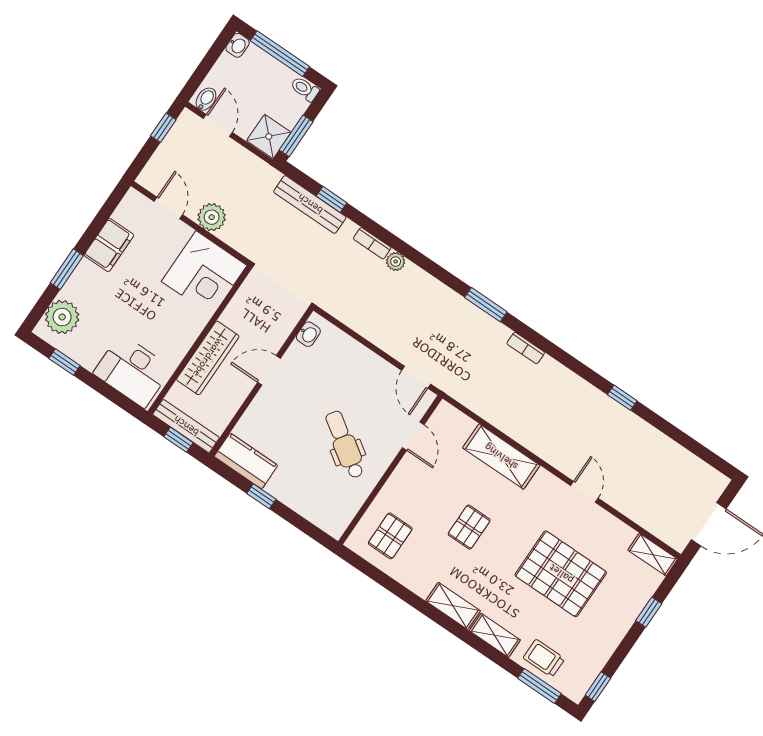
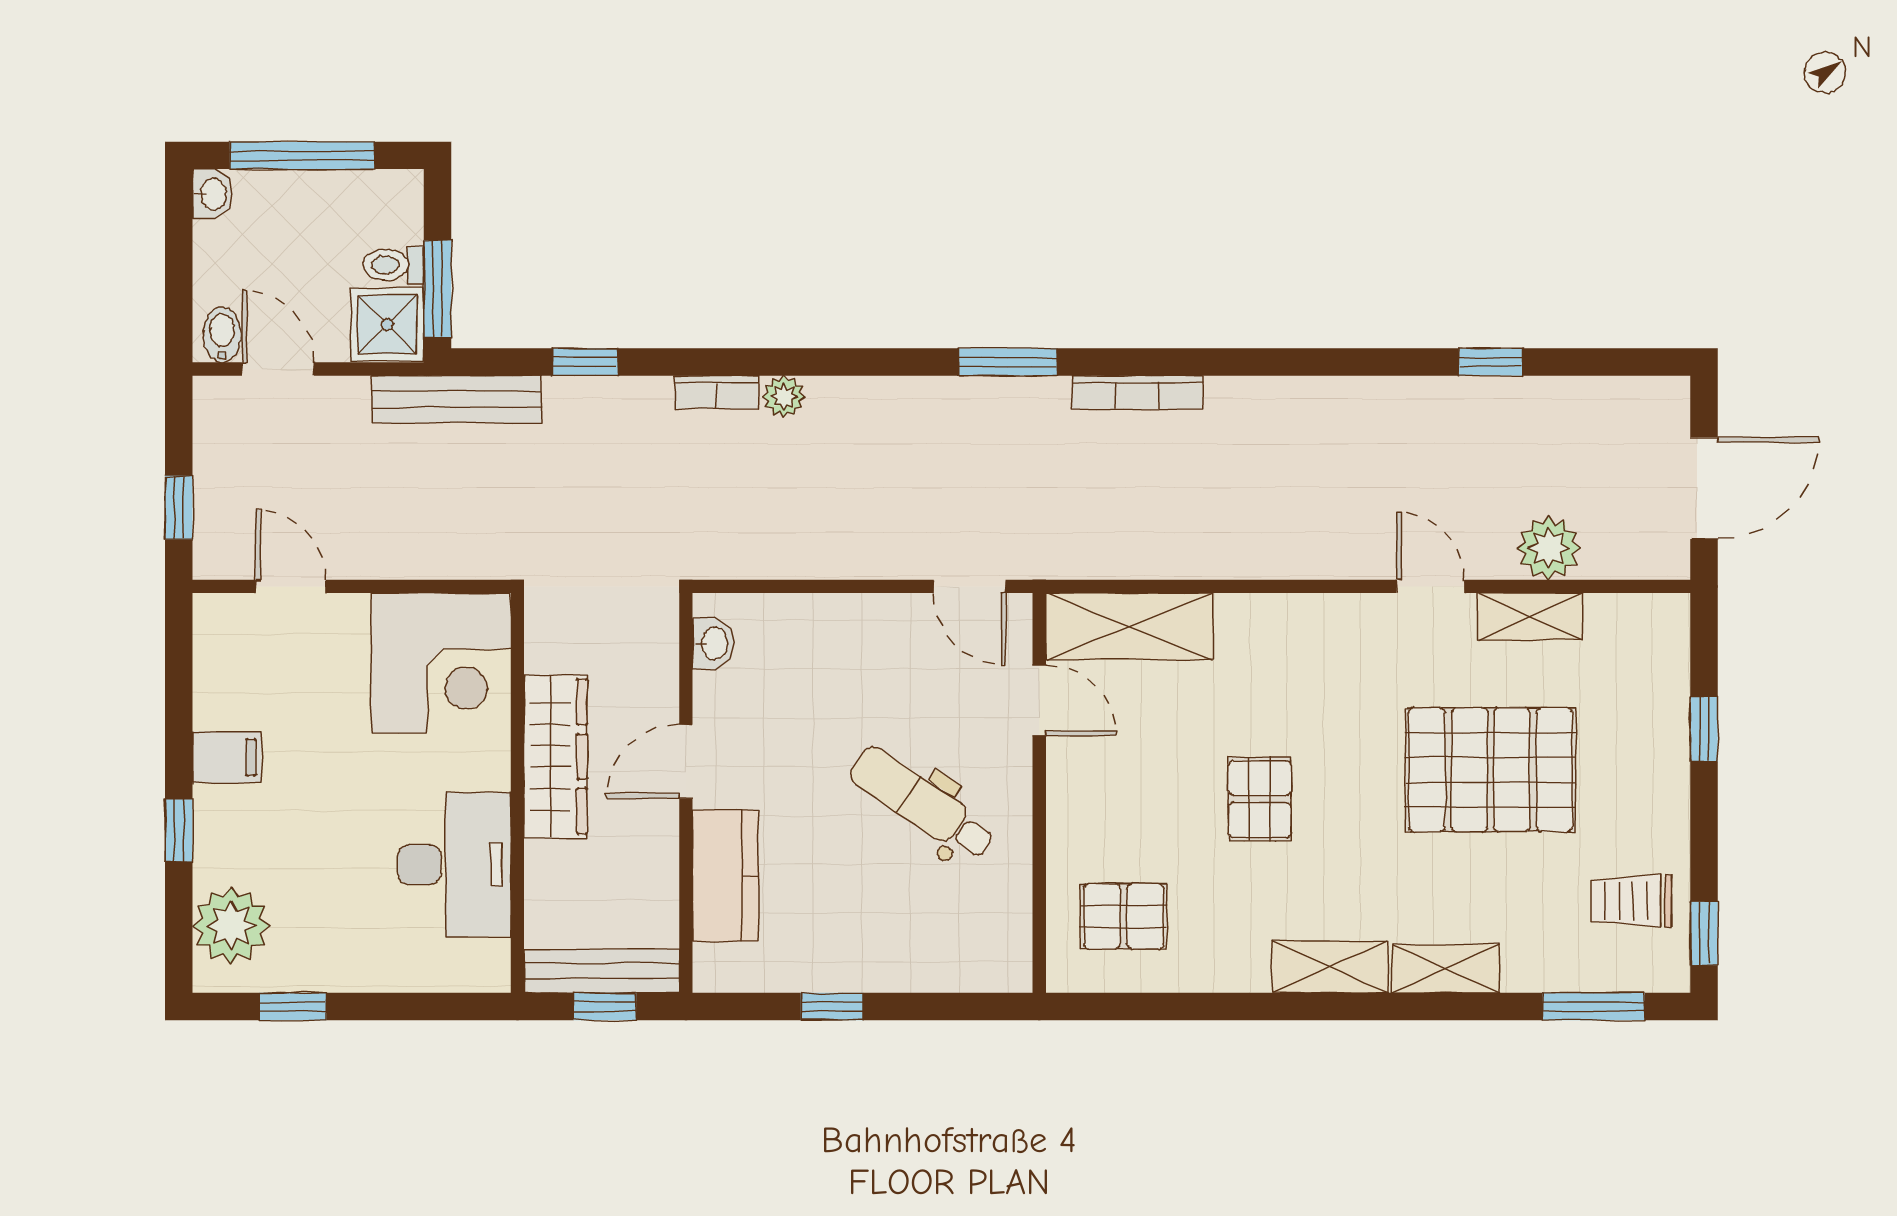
toilet: (305, 89) -> (394, 265), moved
window: (163, 128) -> (179, 508), moved
bench: (310, 204) -> (456, 399), moved
plant: (212, 217) -> (1549, 548), moved
filing cabinet: (109, 245) -> (227, 757), width x0.50
window: (67, 269) -> (179, 830), width x0.67
bookcase: (526, 348) -> (1137, 392), width x1.56
wardrobe: (208, 358) -> (556, 756), moved
desk: (132, 371) -> (454, 864), moved, turned -90
window: (622, 398) -> (1490, 362), moved
shelving: (501, 457) -> (1129, 626), moved
kitchen counter: (246, 461) -> (725, 876), moved, turned 90
pallet: (390, 536) -> (1124, 916), turned 90
shelving: (653, 555) -> (1530, 616), moved
trolley: (544, 658) -> (1631, 901), moved

